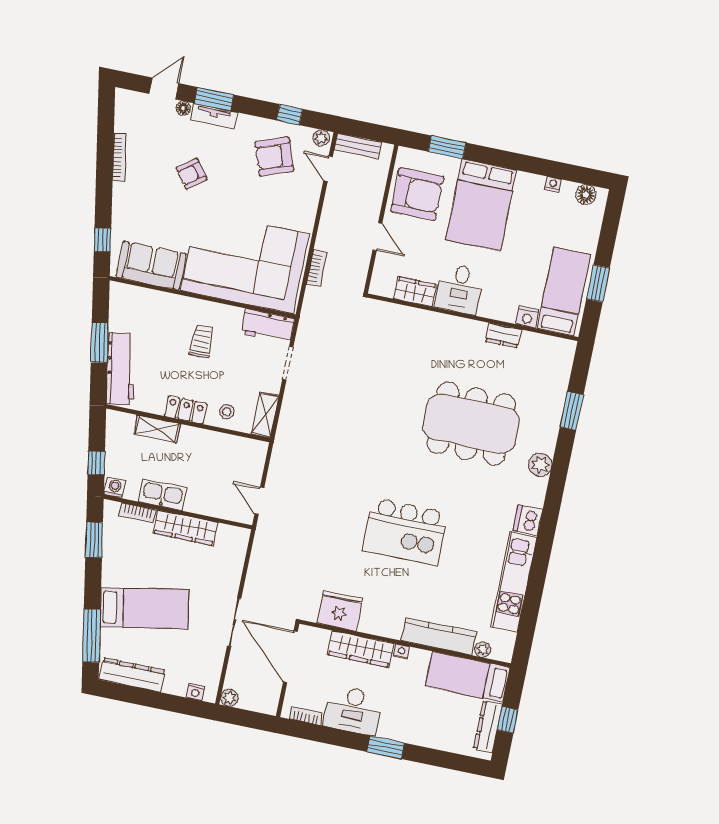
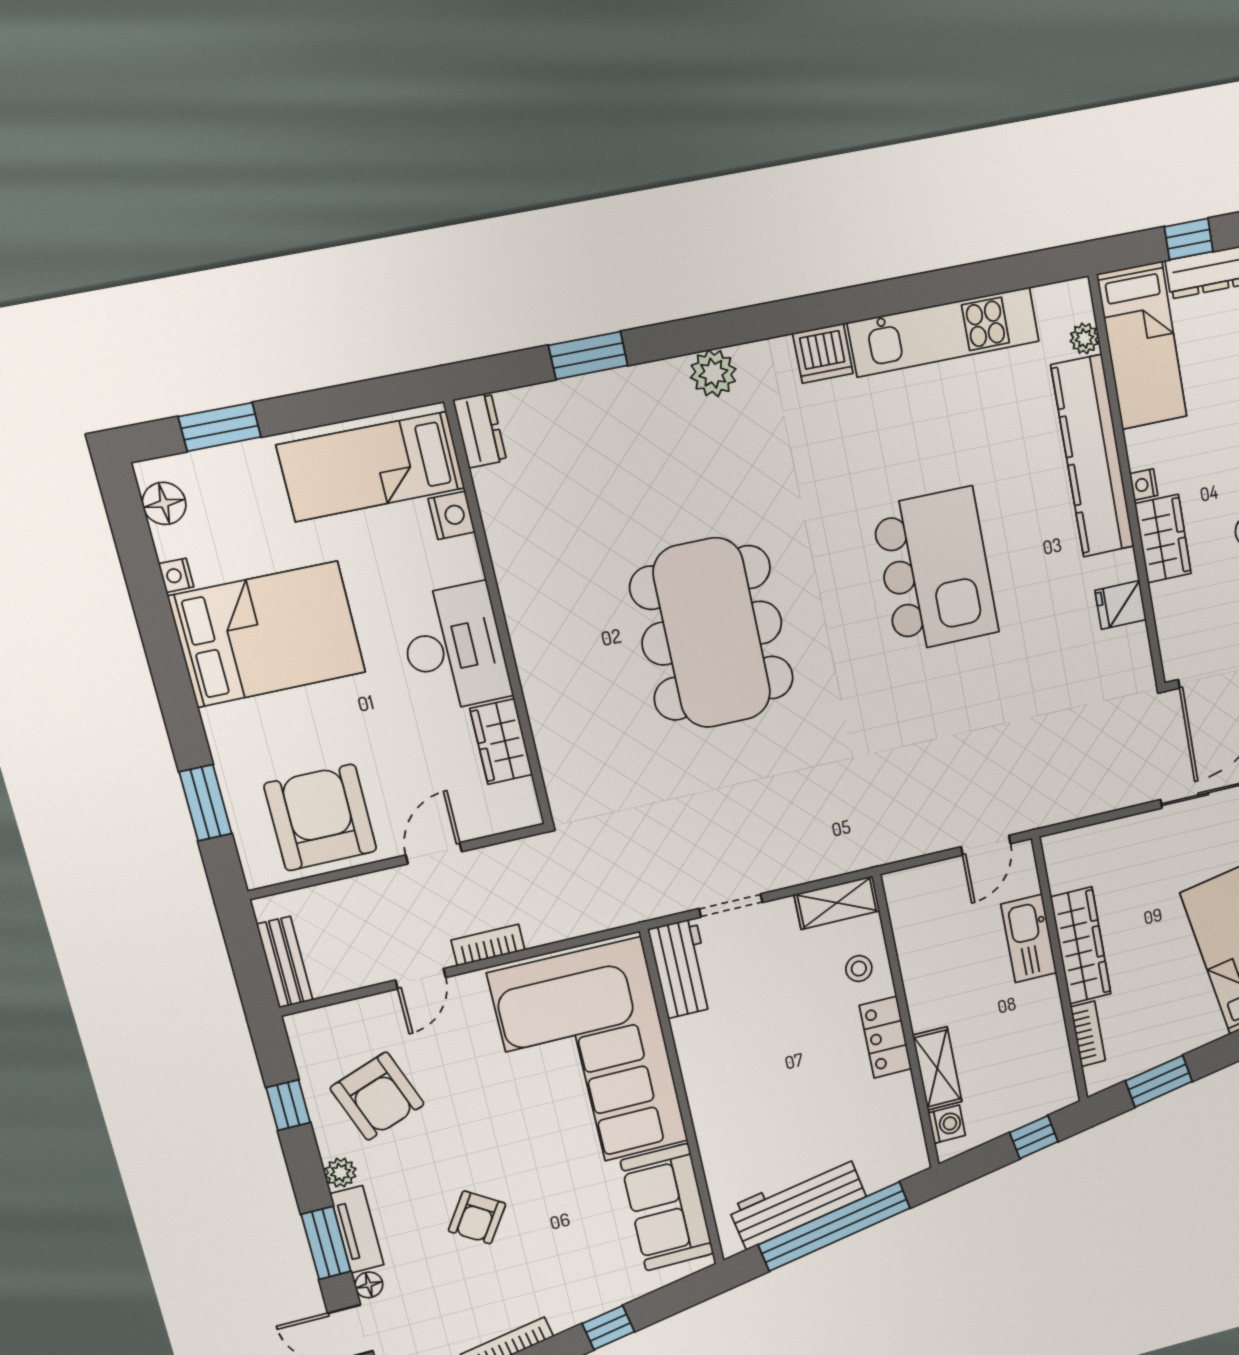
plant: (321, 138) -> (340, 1173), moved
door: (328, 169) -> (421, 979), moved
armchair: (192, 174) -> (477, 1217), turned 70
bed: (481, 205) -> (267, 634), moved
window: (103, 240) -> (608, 1328), moved
bookcase: (317, 268) -> (488, 945), moved
window: (598, 283) -> (220, 427), moved
desk: (460, 289) -> (454, 648), width x1.37
dresser: (503, 335) -> (480, 430), moved
trolley: (202, 341) -> (758, 1066), removed
window: (100, 343) -> (835, 1226), width x2.11
workbench: (121, 369) -> (798, 1202), moved
dining table: (471, 424) -> (712, 633), moved
washing machine: (115, 488) -> (947, 1124), moved, turned 180
kitchen sink: (163, 495) -> (1029, 939), moved
fridge: (340, 611) -> (1121, 605), width x0.53, depth x0.75
kitchen counter: (439, 636) -> (1093, 456), width x1.39, depth x1.17
wardrobe: (361, 649) -> (1163, 539), width x0.67

